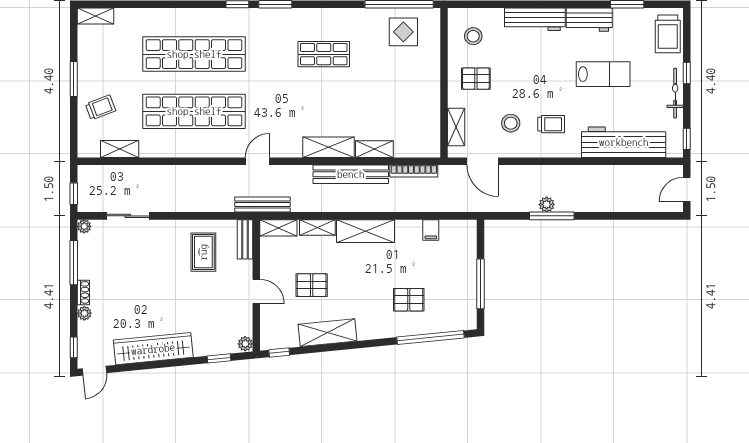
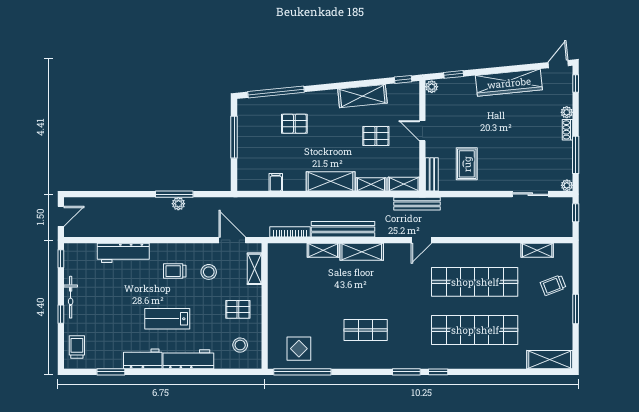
shelving: (96, 16) -> (550, 360), width x1.50, depth x1.33
trolley: (668, 34) -> (77, 347), width x0.73, depth x0.72
lab bench: (603, 74) -> (167, 319), moved
workbench: (624, 142) -> (123, 253), width x0.73, depth x0.76

